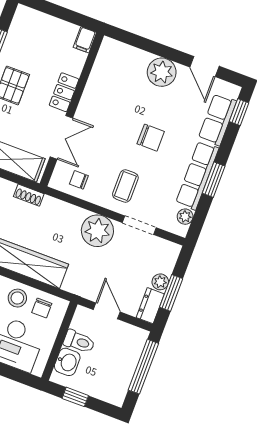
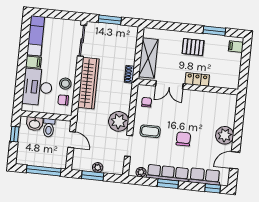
filing cabinet: (85, 40) -> (236, 47), moved
chair: (151, 138) -> (183, 139), turned 180
dresser: (150, 306) -> (82, 165), removed
door: (107, 311) -> (72, 140), hinge flipped

